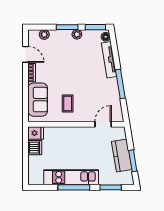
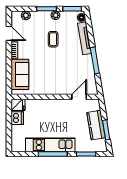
coffee table: (68, 104) -> (53, 39), moved

